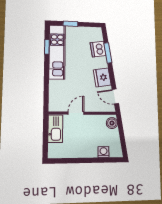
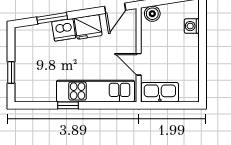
window: (47, 47) -> (68, 105), moved
dishwasher: (98, 49) -> (64, 30), moved
kitchen unit: (57, 52) -> (95, 91), moved

